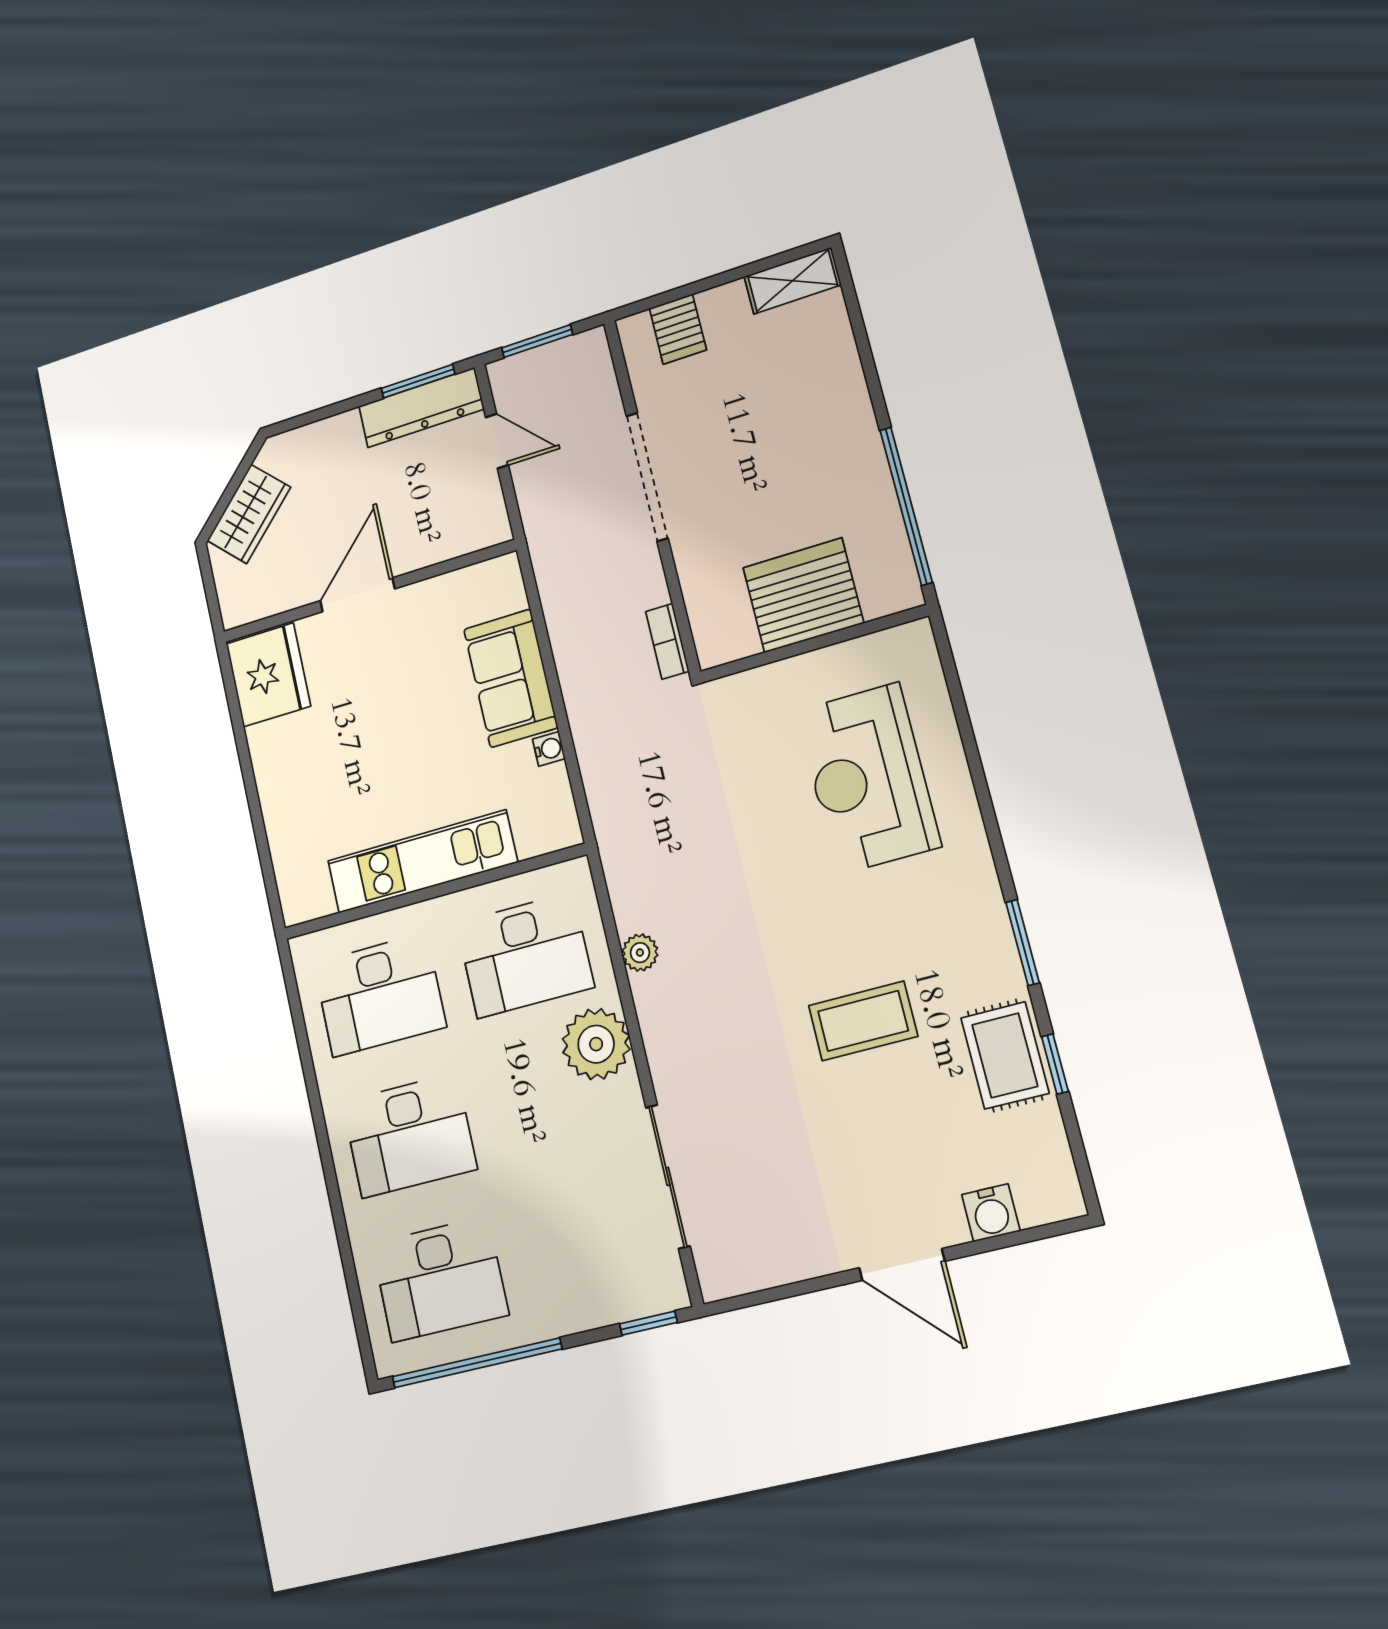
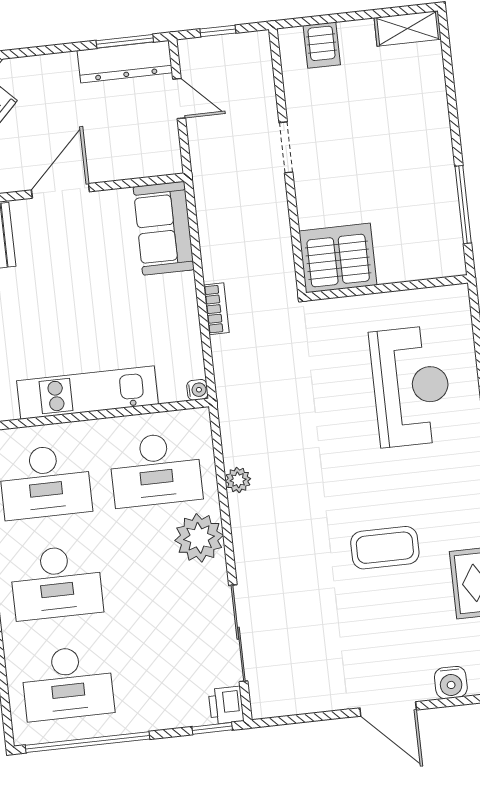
window: (537, 341) -> (218, 31), width x0.67
doorway: (647, 477) -> (286, 147), width x0.53
window: (906, 506) -> (463, 205), width x0.68
server rack: (803, 595) -> (338, 258), moved
bookcase: (667, 641) -> (216, 309), moved, turned 180
sofa: (511, 678) -> (164, 228), moved
water cooler: (549, 749) -> (197, 390), moved
reception desk: (868, 778) -> (411, 386), turned 180
printer: (664, 1286) -> (226, 705), added

